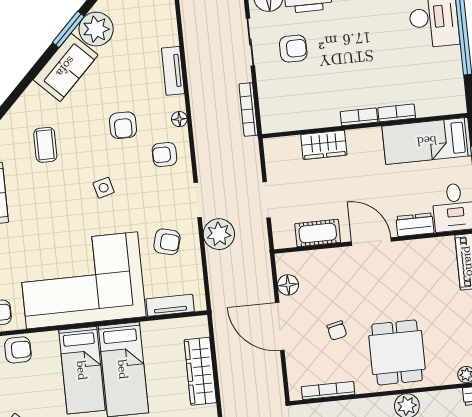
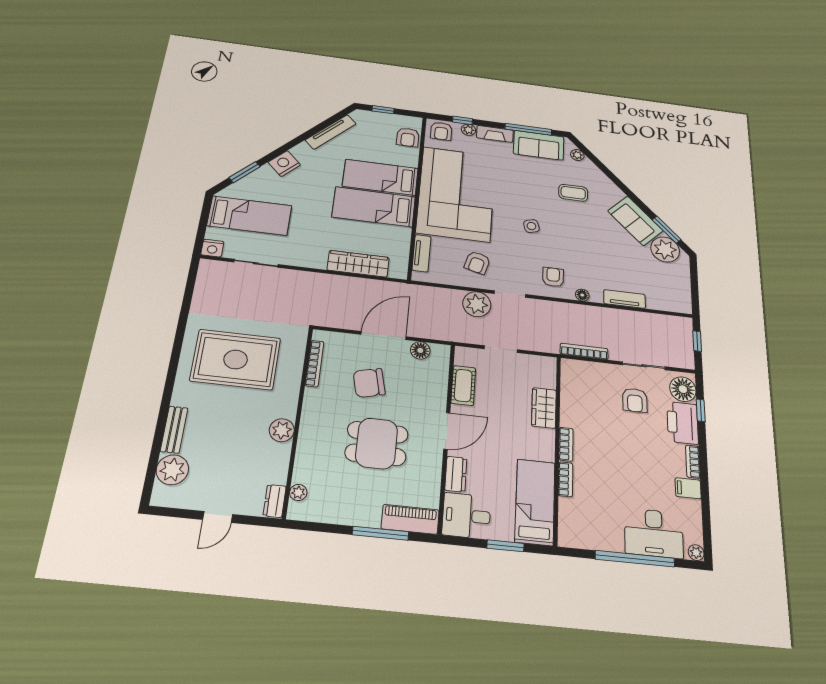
armchair: (123, 125) -> (582, 252), removed
chair: (337, 331) -> (369, 383), width x1.87, depth x1.87
dining table: (397, 352) -> (377, 443), moved

